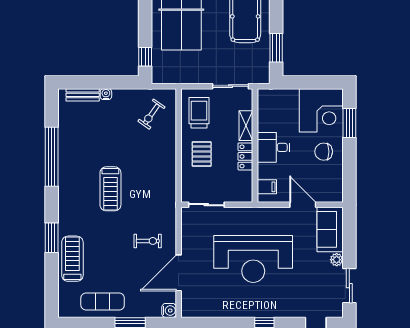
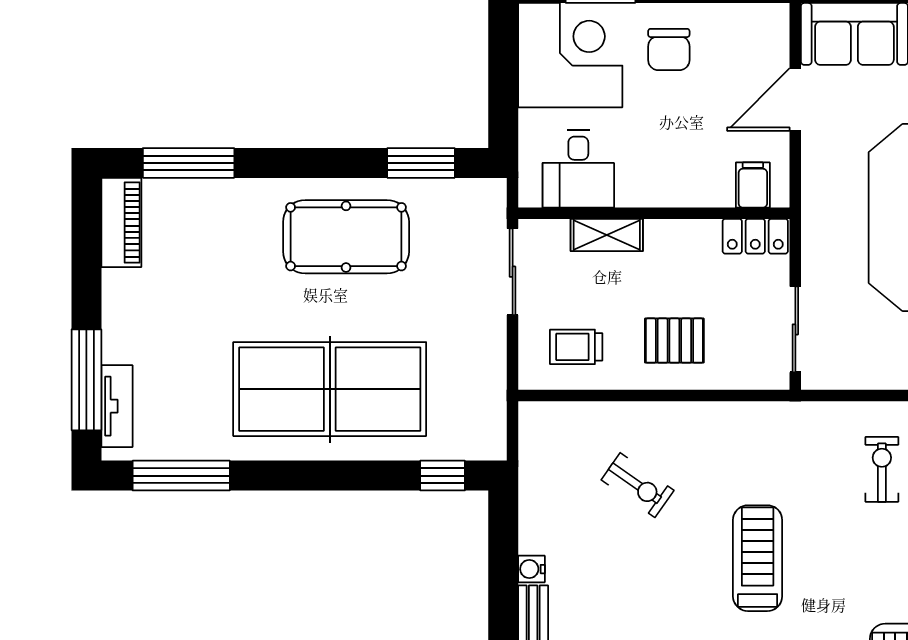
trolley: (199, 113) -> (576, 347), width x0.73, depth x0.72
exercise bike: (151, 114) -> (638, 485), moved
desk: (274, 147) -> (578, 169), moved
locker: (245, 156) -> (755, 236), moved
treadmill: (110, 189) -> (758, 558), turned -90

